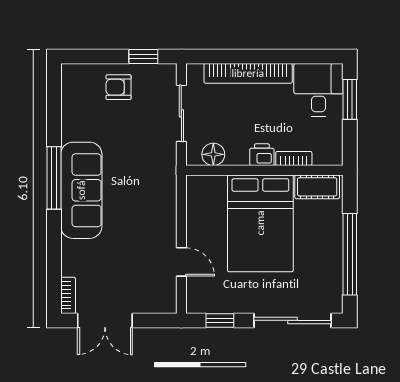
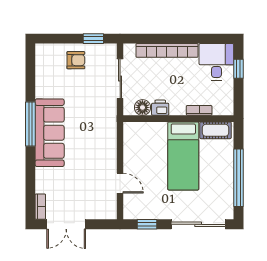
armchair: (119, 87) -> (76, 60), turned 180
window: (350, 99) -> (238, 69), width x0.67
printer: (262, 155) -> (160, 108), moved
bed: (260, 223) -> (183, 156), width x0.67

